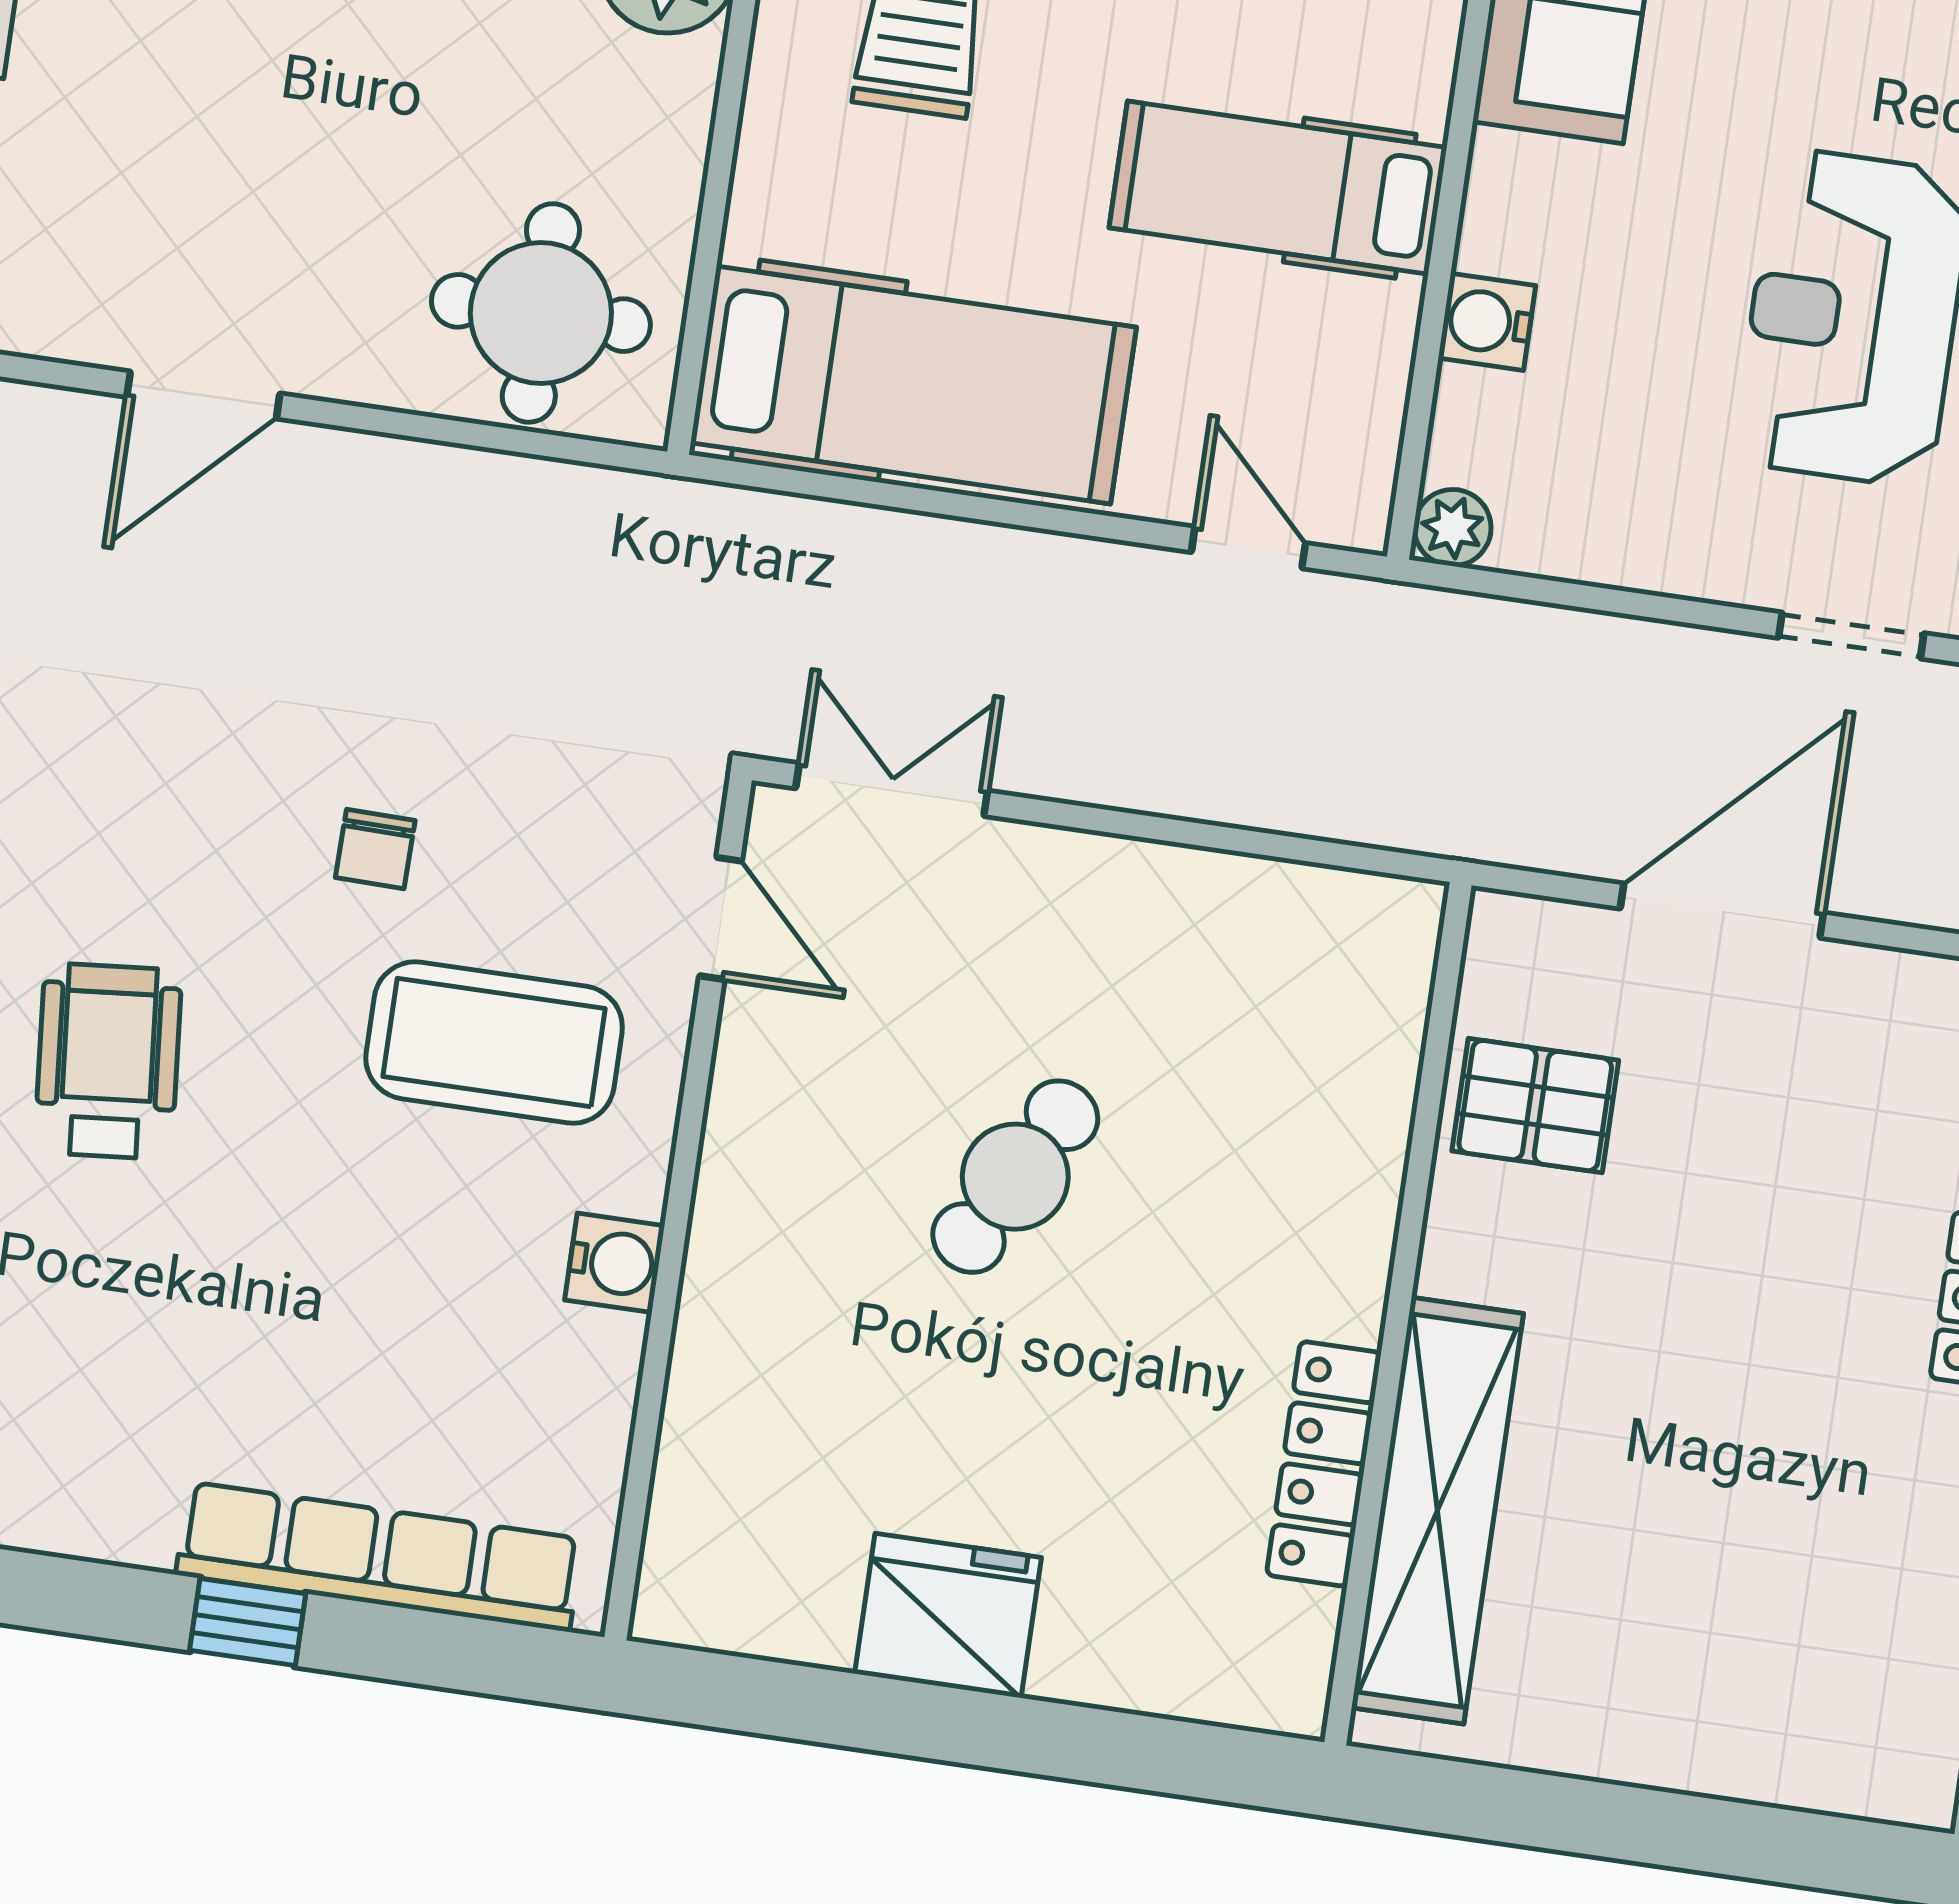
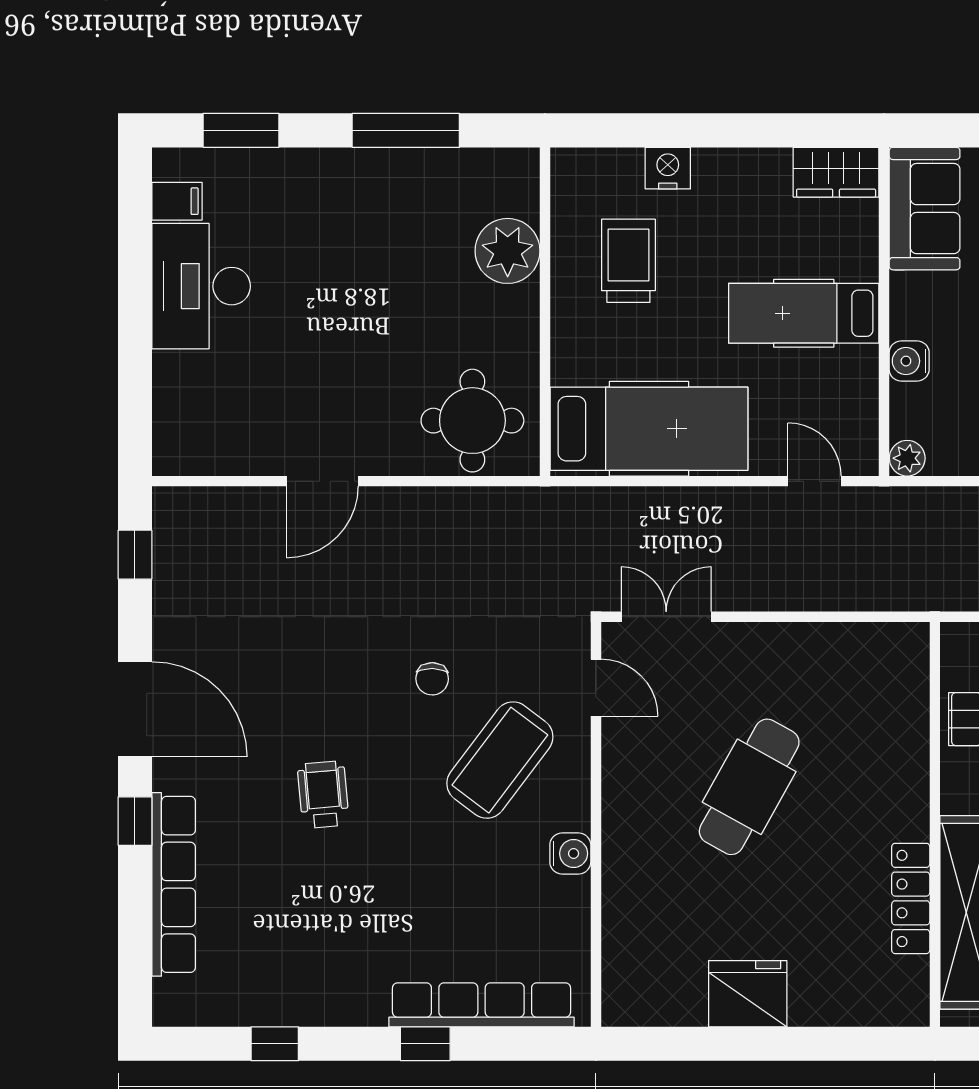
coffee table: (494, 1043) -> (500, 760), turned -53
wheelchair: (108, 1061) -> (323, 795), width x0.73, depth x0.73
cafe table: (1015, 1177) -> (749, 787), width x1.37, depth x1.35

